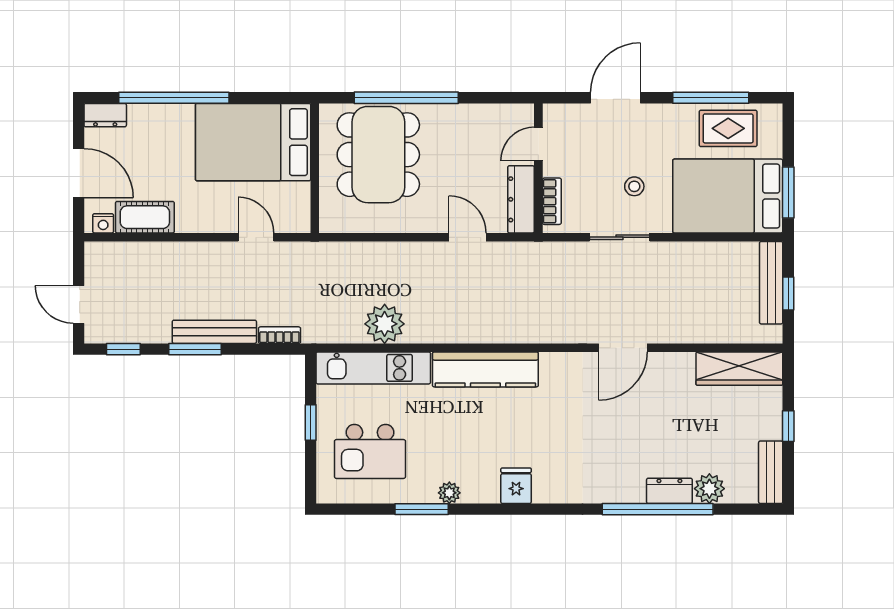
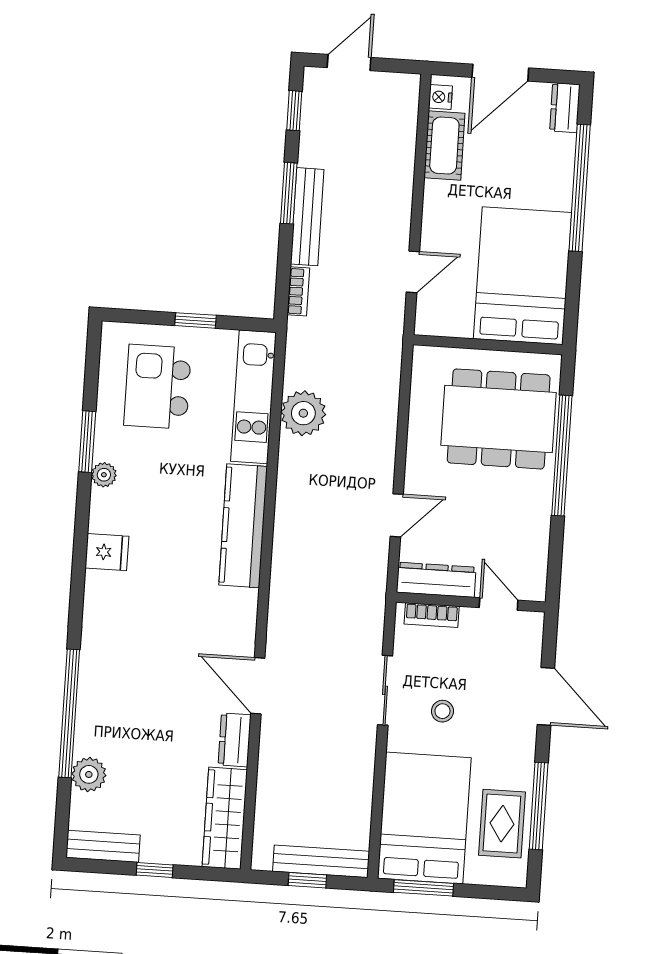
dresser: (669, 491) -> (235, 740), moved, turned 180

